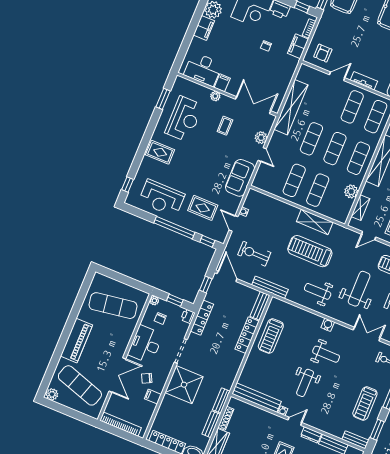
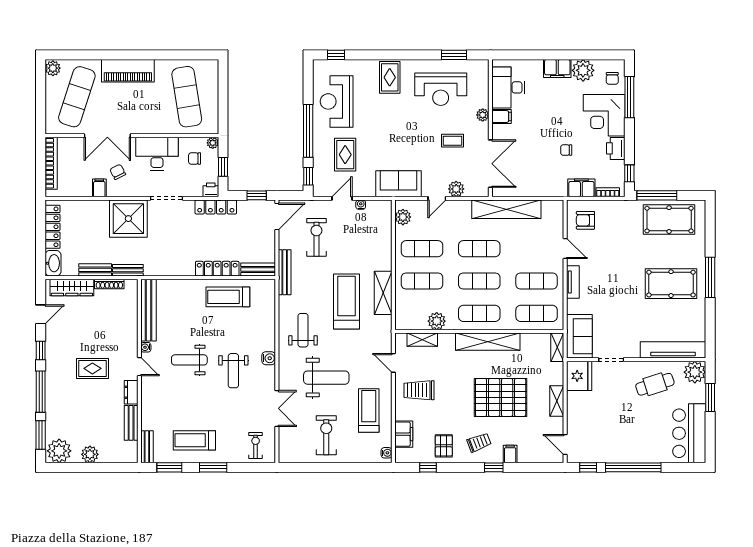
plant: (265, 185) -> (403, 217), added

